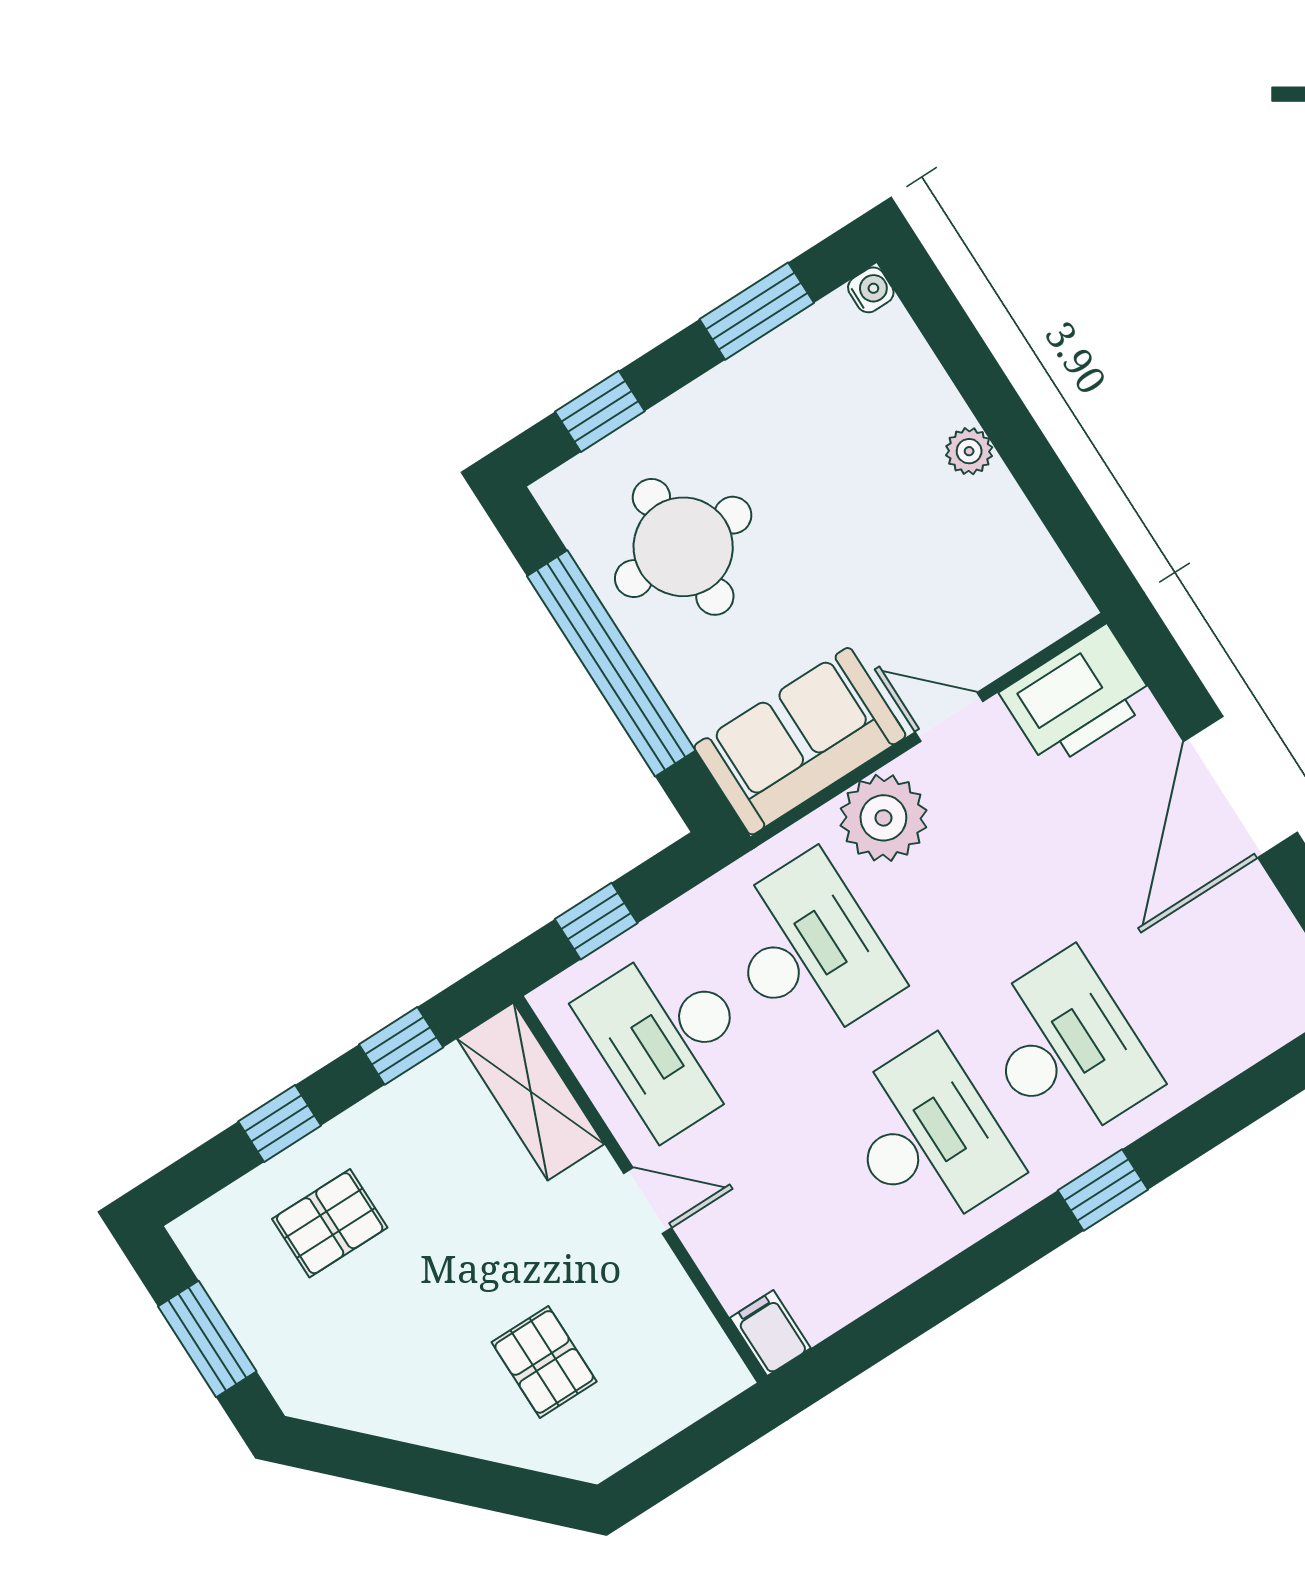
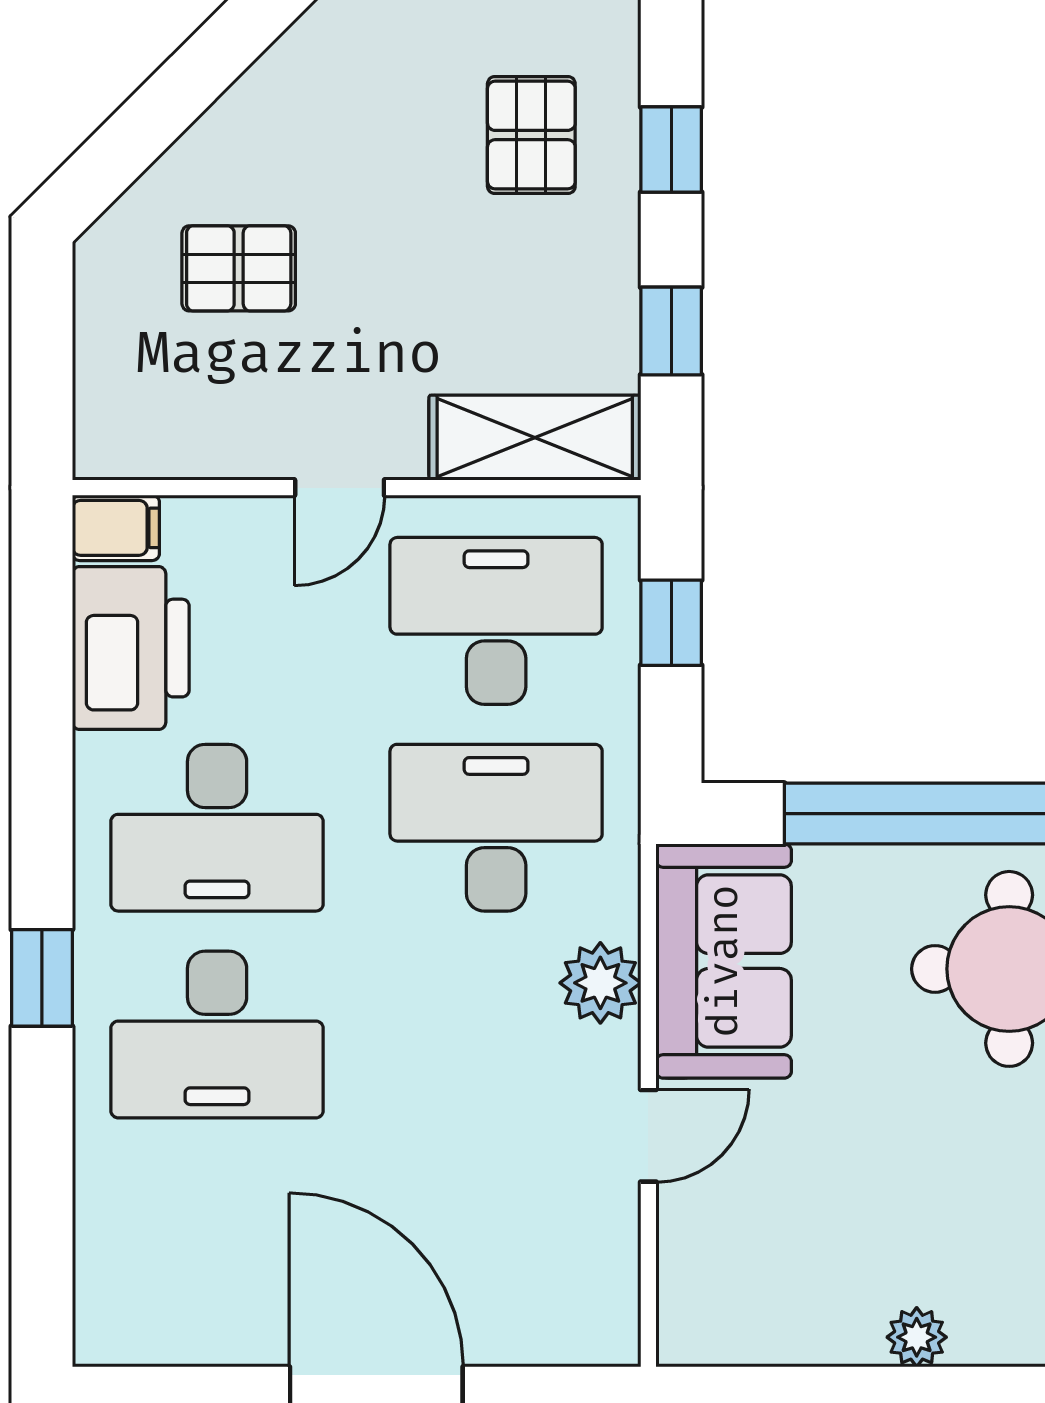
printer: (1078, 697) -> (131, 648), moved, turned 180
plant: (883, 818) -> (600, 983), width x0.73, depth x0.73
desk: (808, 950) -> (496, 828), turned 180

